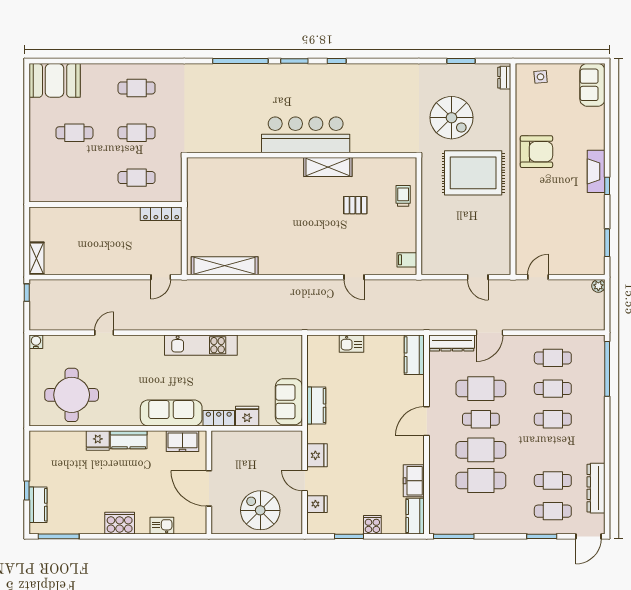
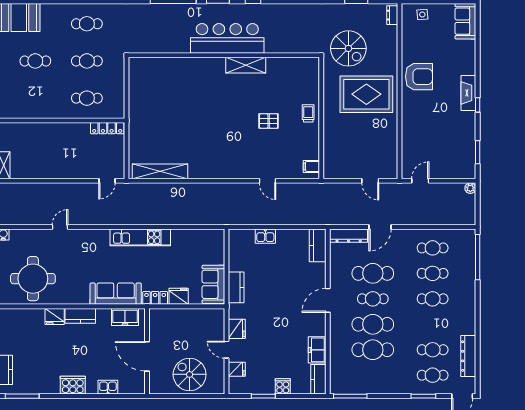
bar counter: (306, 135) -> (227, 38), moved
wall: (302, 155) -> (224, 55), moved
shelving: (328, 167) -> (246, 65), moved

